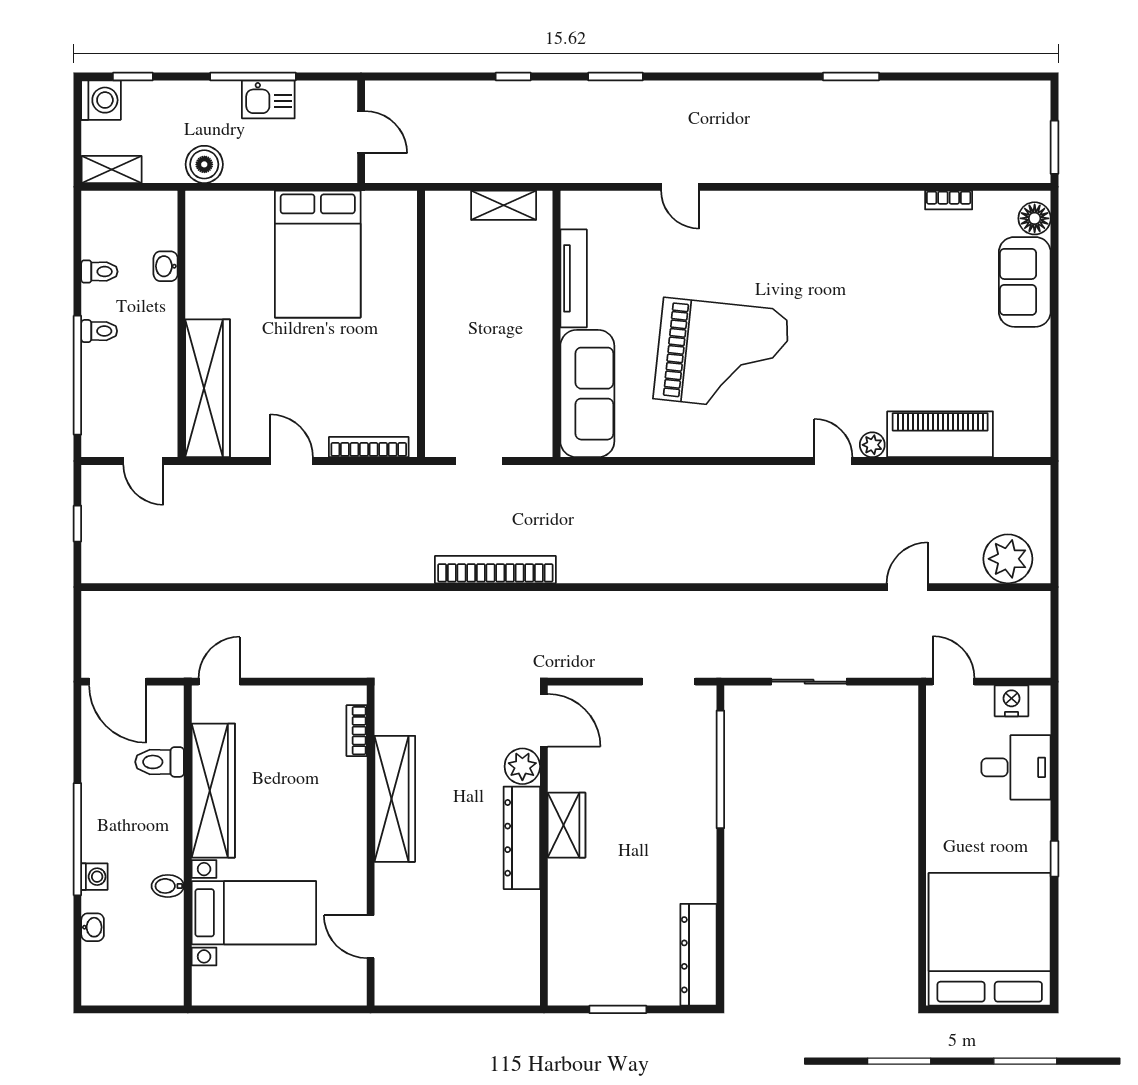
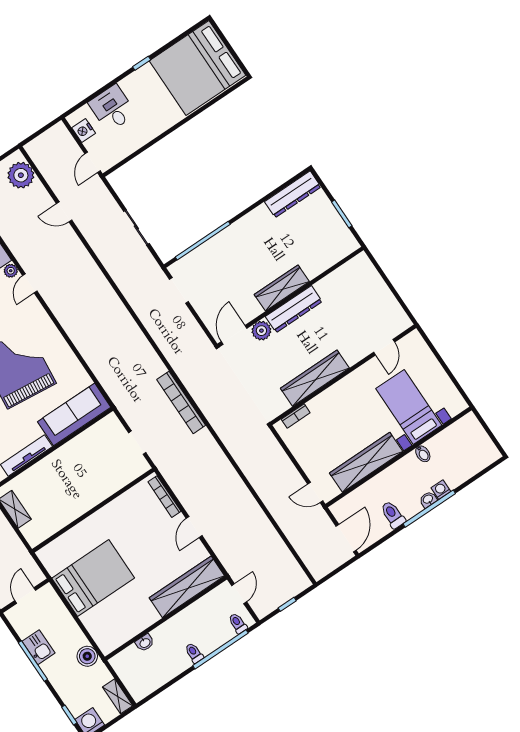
toilet: (99, 272) -> (238, 623), moved
toilet: (160, 762) -> (393, 515), moved, turned 180
wardrobe: (567, 825) -> (282, 288), width x1.50
washbasin: (93, 927) -> (428, 499), moved

